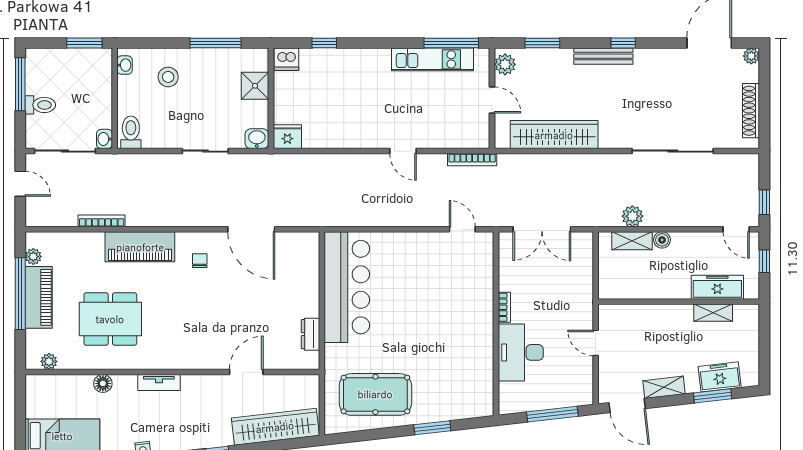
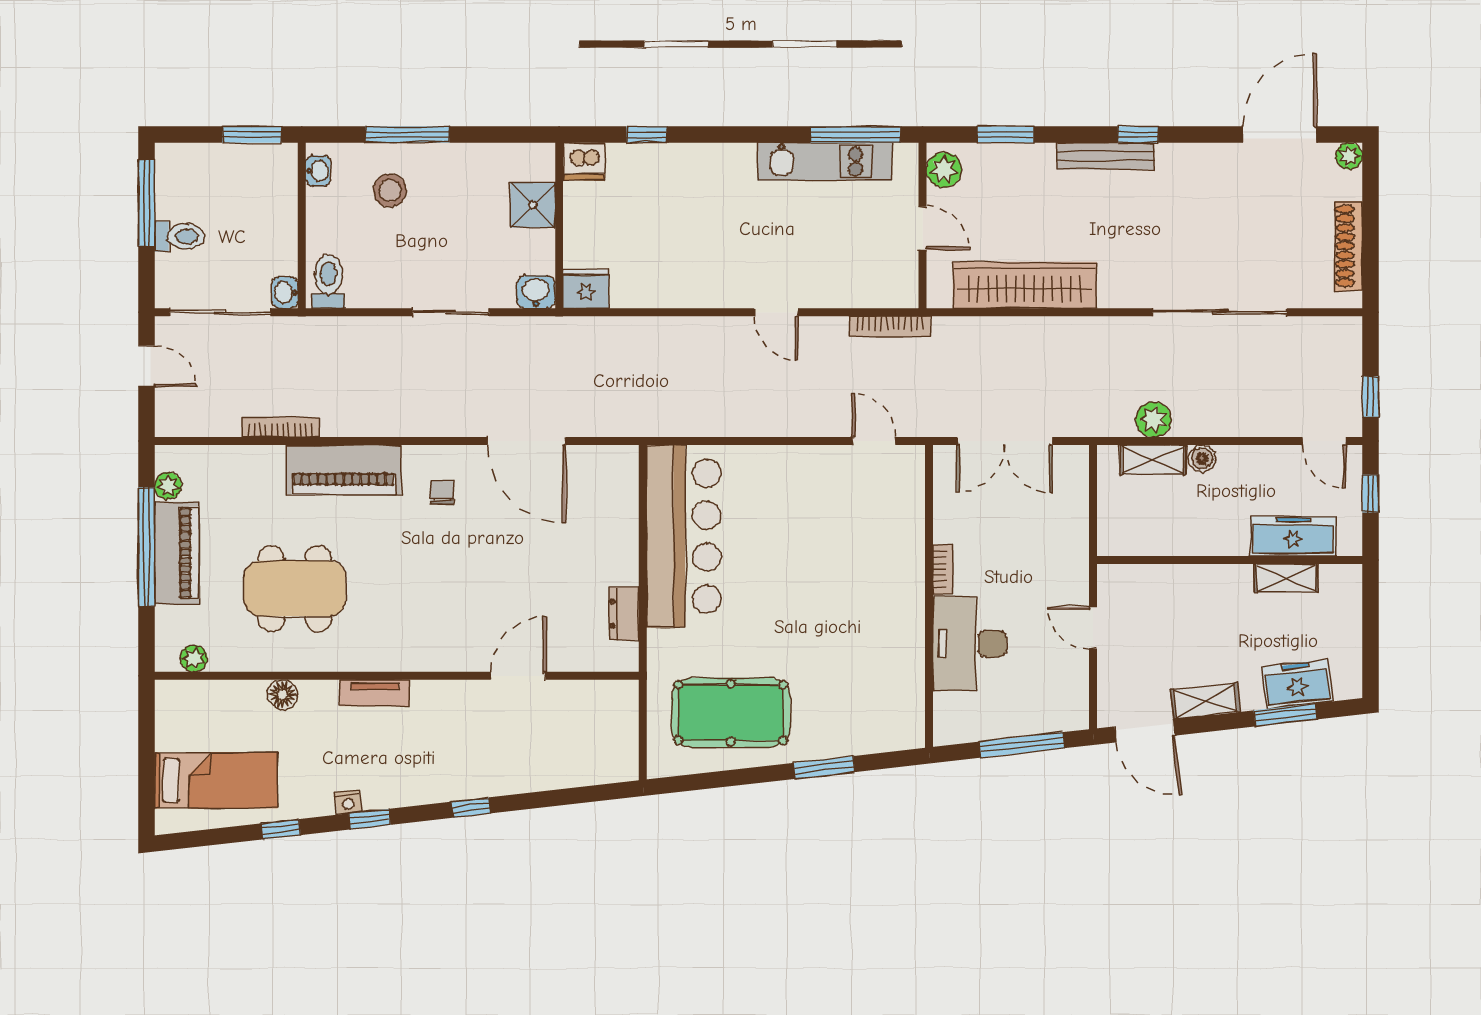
window: (216, 43) -> (407, 135), moved
wardrobe: (275, 427) -> (566, 766), removed

